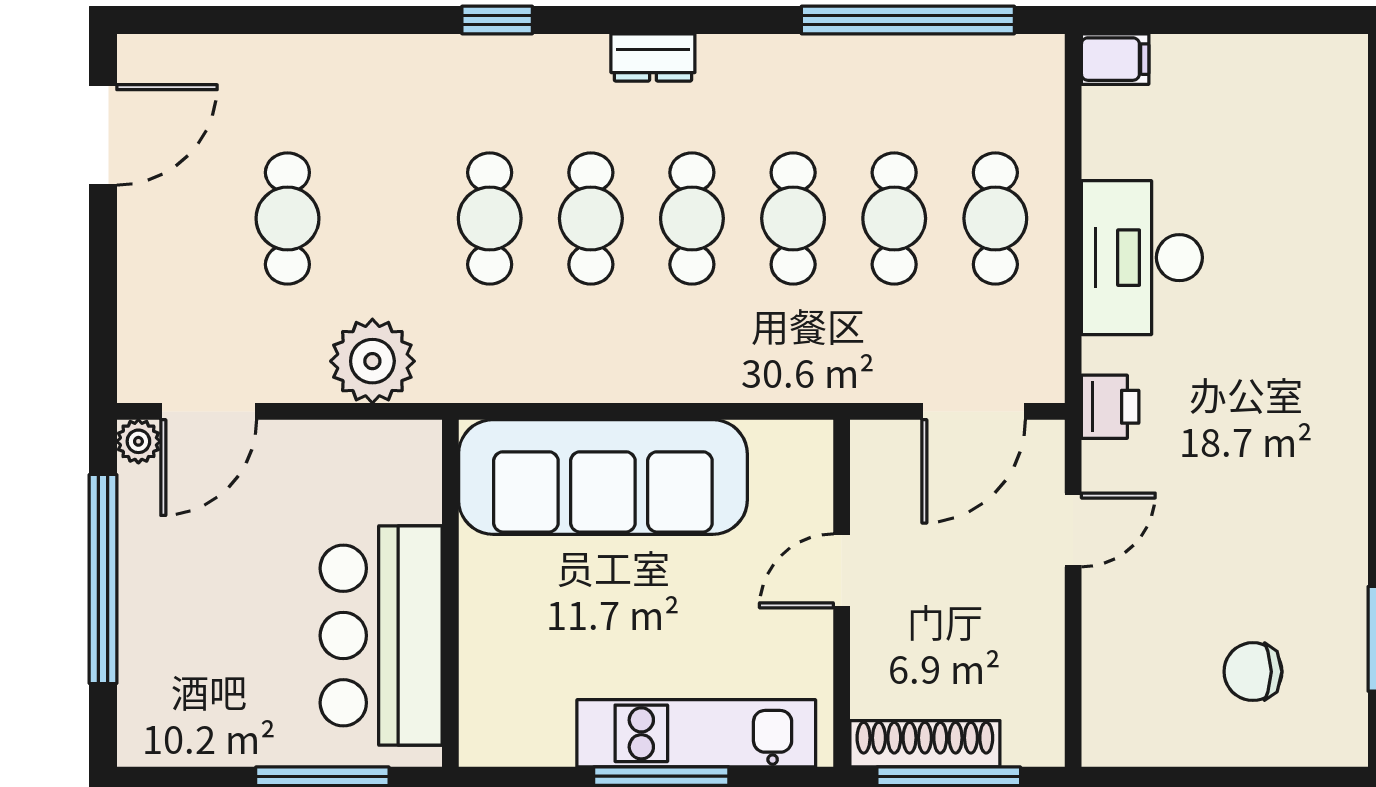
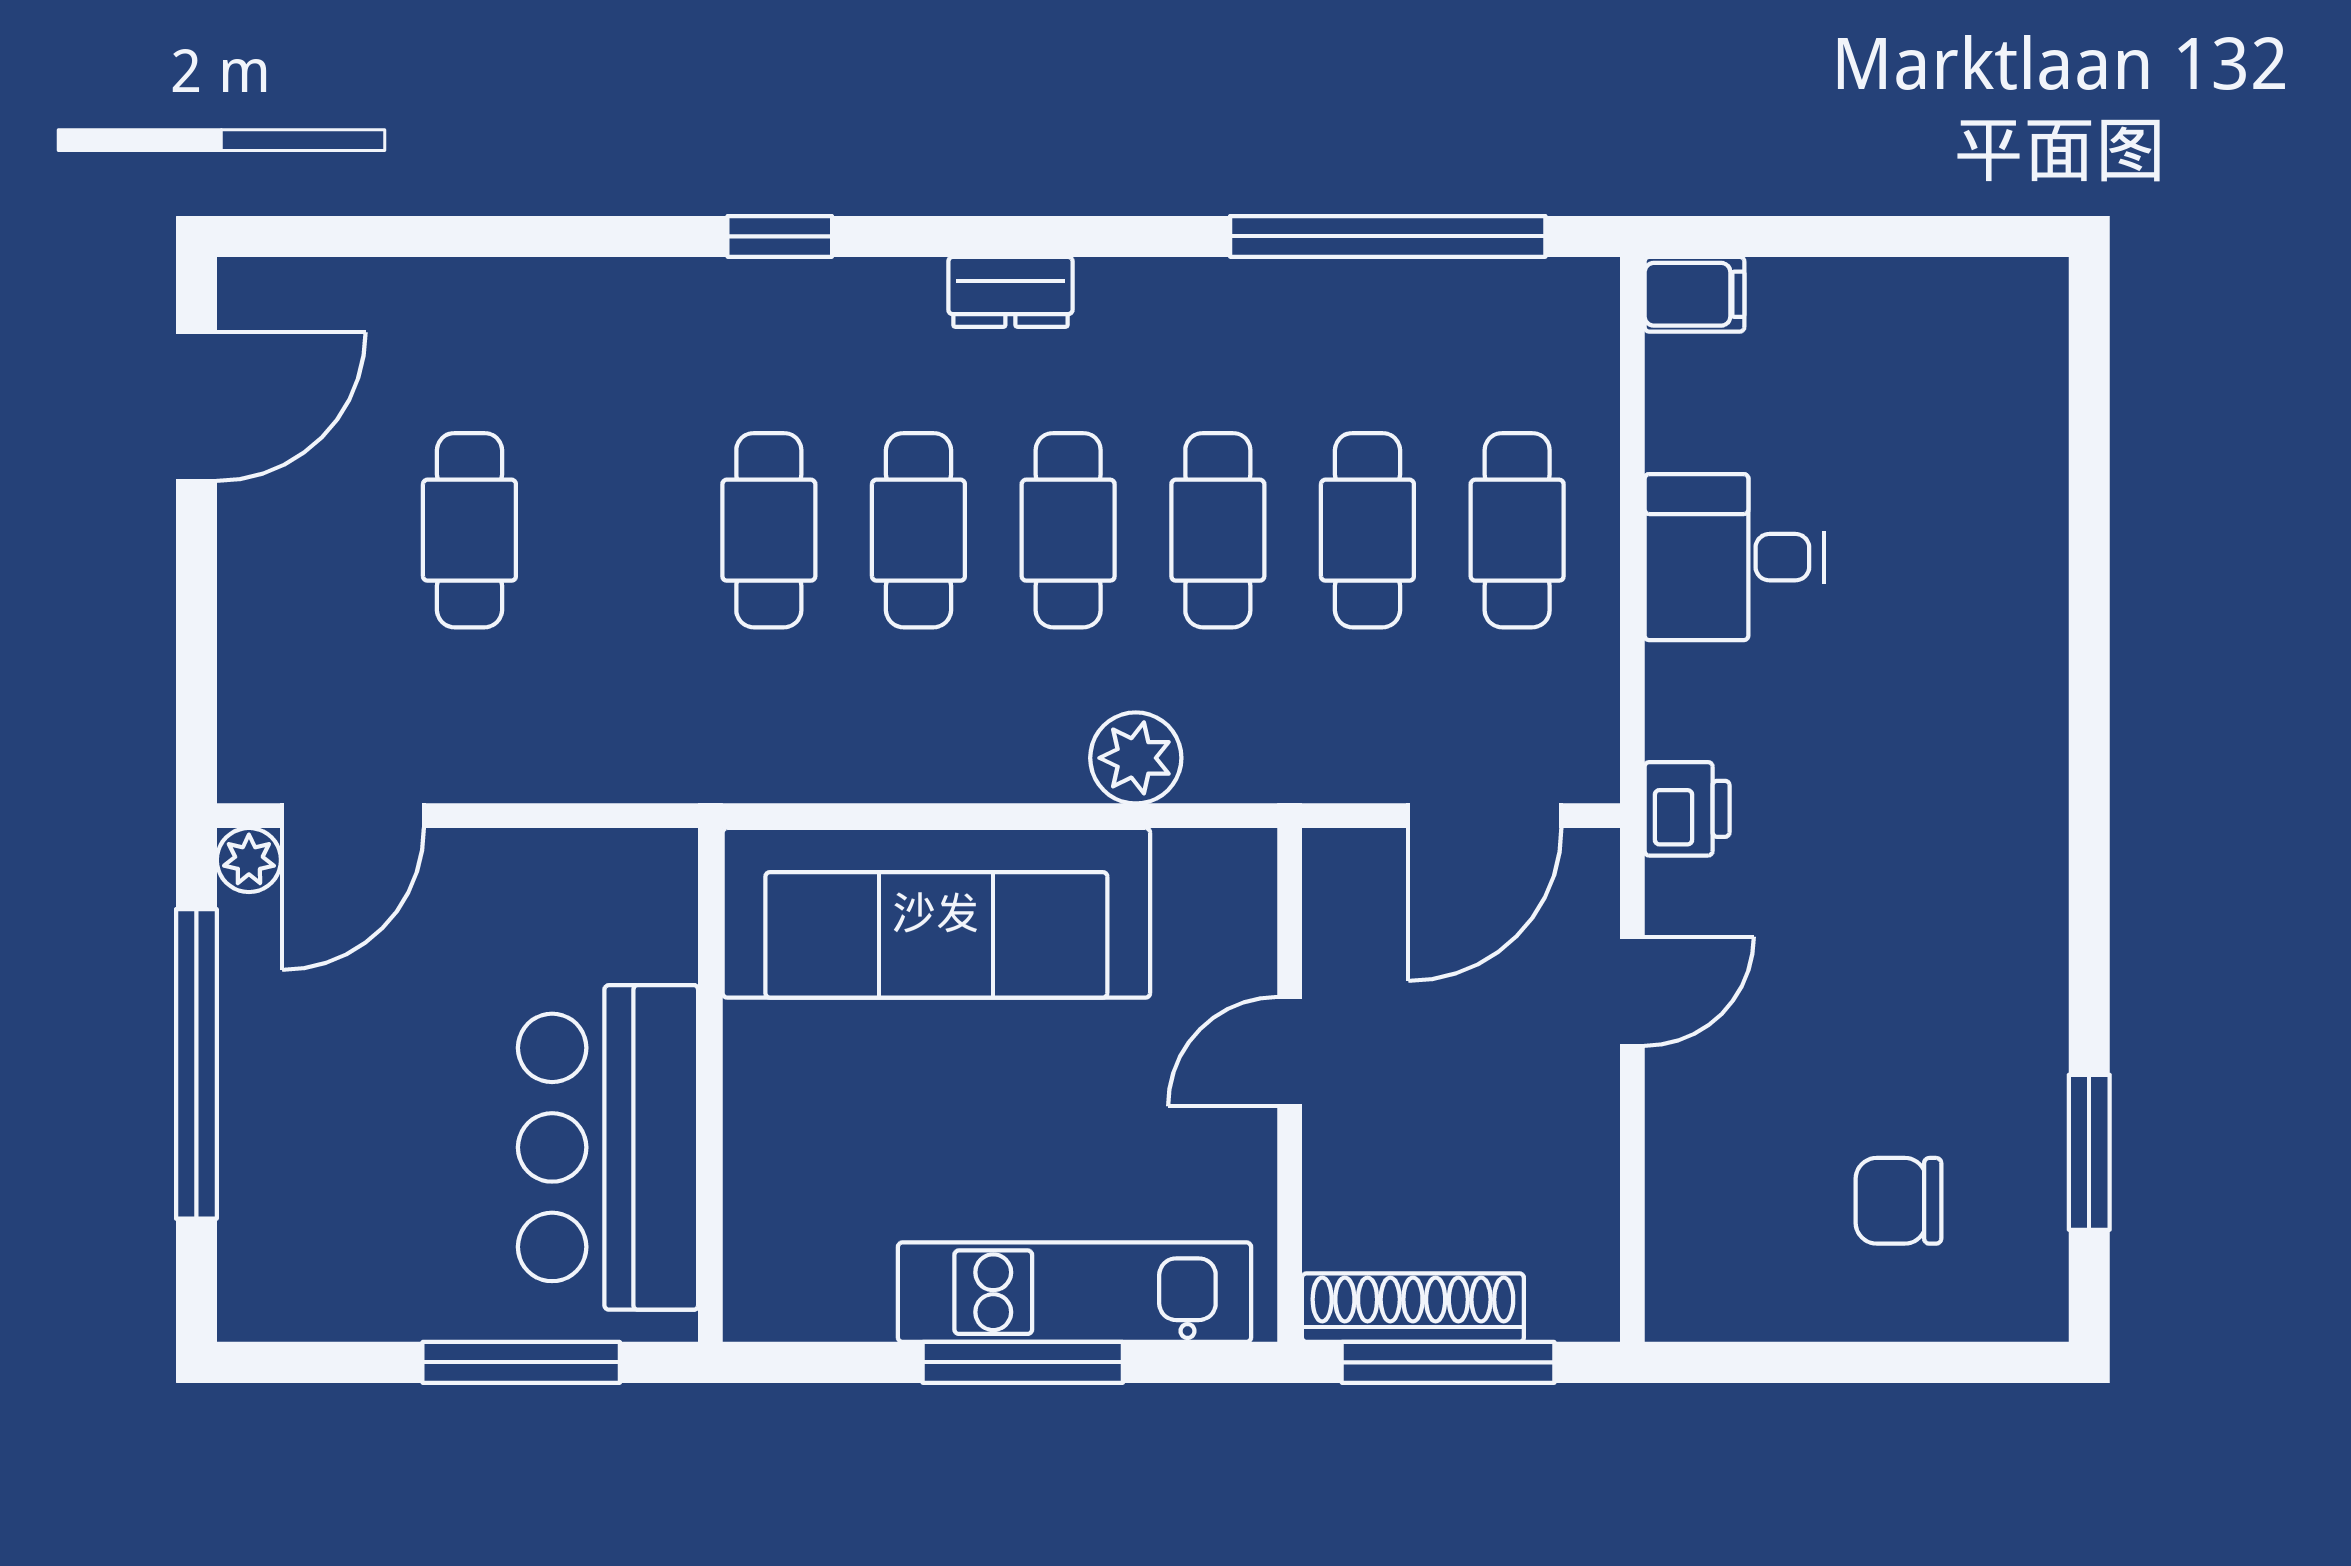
desk: (1142, 258) -> (1734, 557), width x0.73
plant: (372, 361) -> (1136, 758), moved, width x0.73, depth x0.73

